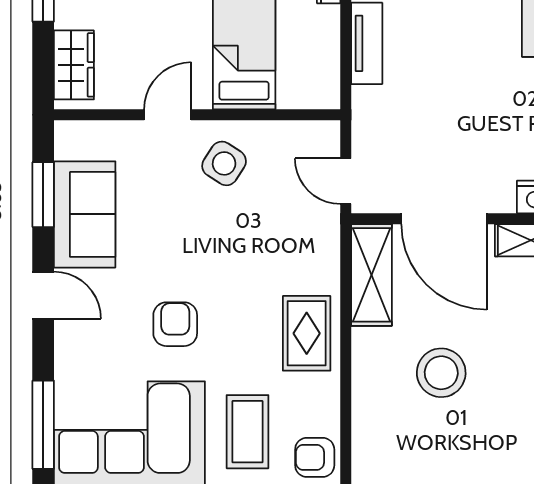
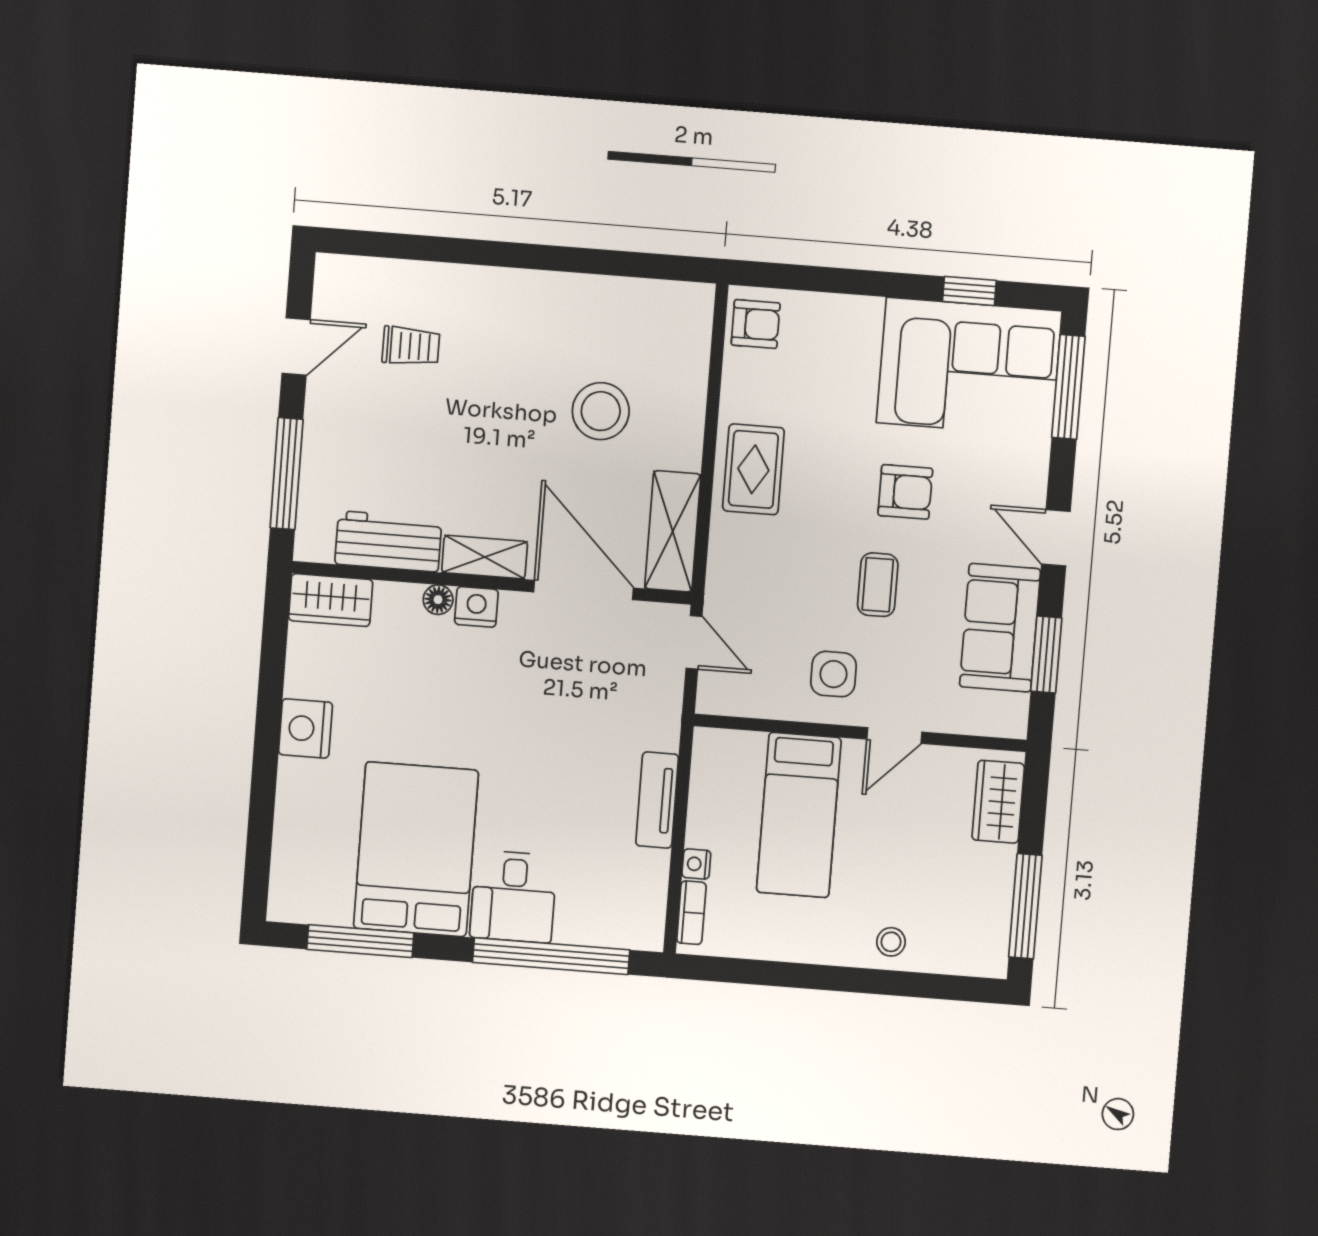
side table: (224, 163) -> (834, 674), turned -33
armchair: (175, 324) -> (905, 492), turned -90
coffee table: (248, 432) -> (878, 585), moved, width x0.73, depth x0.77

